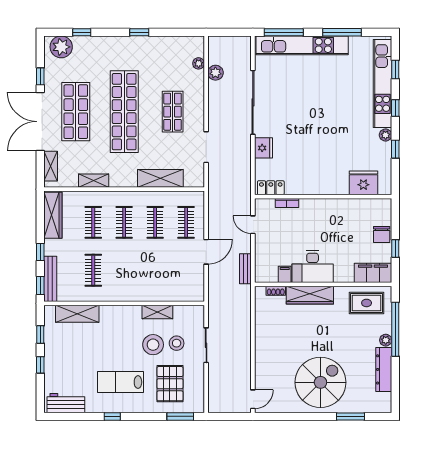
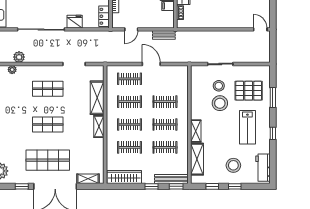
shop shelf: (124, 112) -> (48, 124), width x0.50, depth x0.74
shelving: (94, 181) -> (99, 126), moved
clothes rail: (124, 270) -> (165, 124), added
clothes rail: (155, 270) -> (165, 102), added
shelving: (157, 312) -> (196, 131), moved
stool: (69, 363) -> (233, 165), added
window: (180, 416) -> (273, 98), moved

